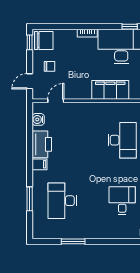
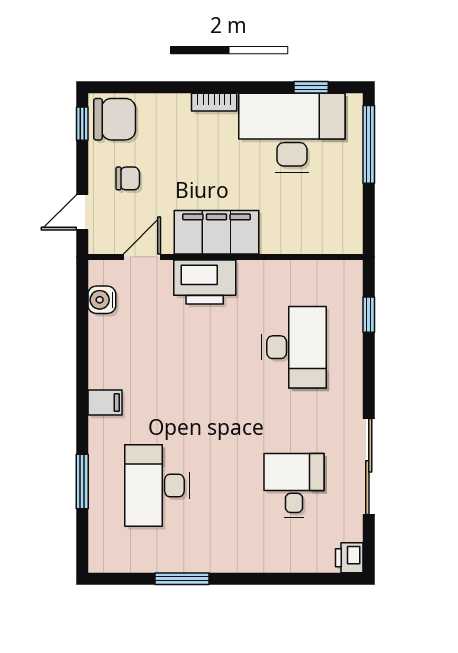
filing cabinet: (110, 90) -> (217, 232), moved
printer: (42, 144) -> (205, 282), moved, turned 90

